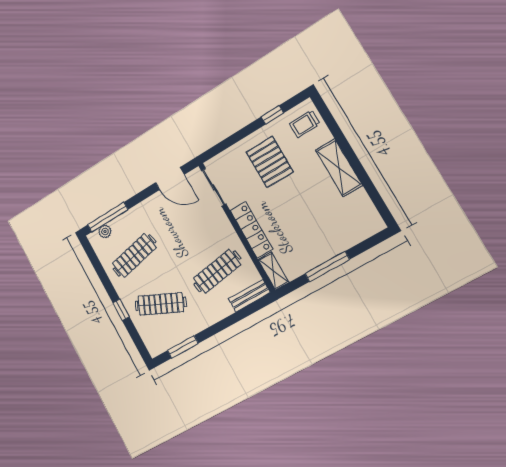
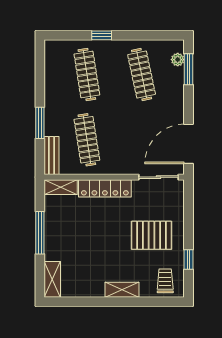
shelving: (339, 168) -> (122, 290), width x0.67, depth x0.75
door: (170, 179) -> (189, 144), width x1.36
window: (108, 217) -> (189, 69), width x0.69
shelving: (365, 230) -> (52, 279), added
clothes rail: (161, 304) -> (87, 74), turned -33
window: (183, 347) -> (40, 123), moved

